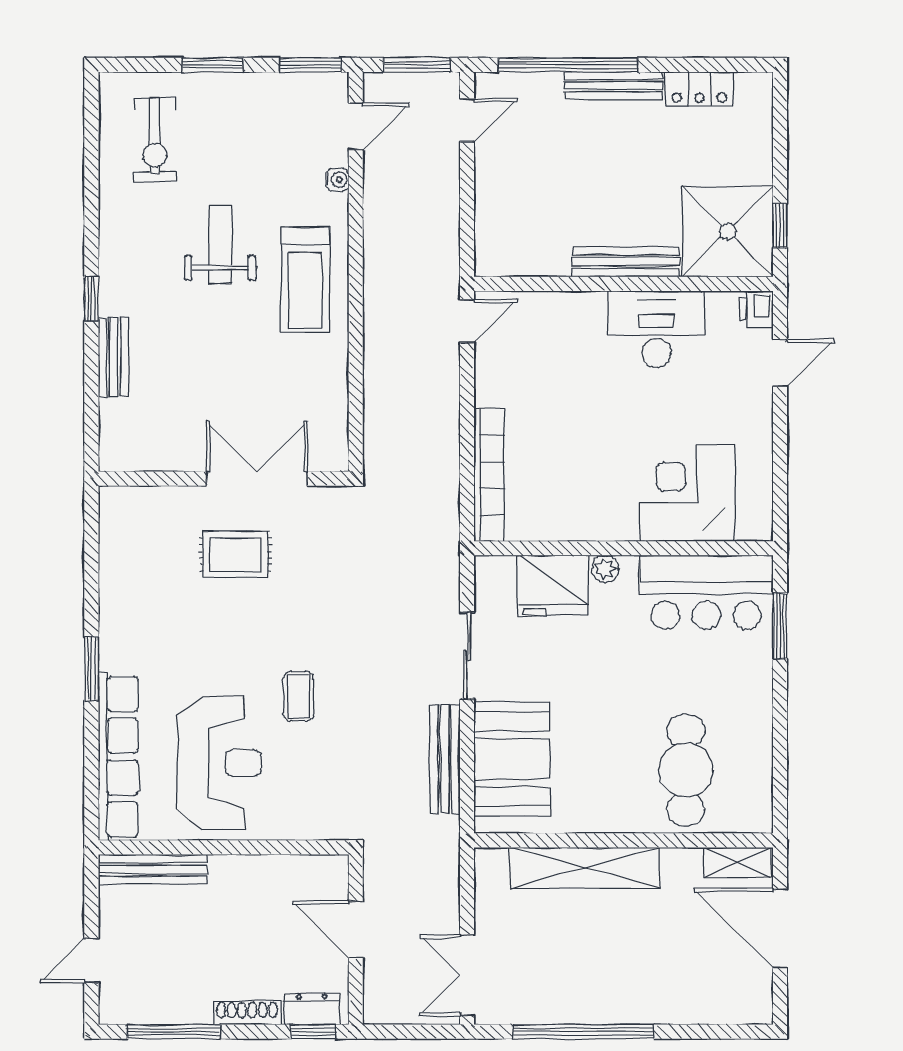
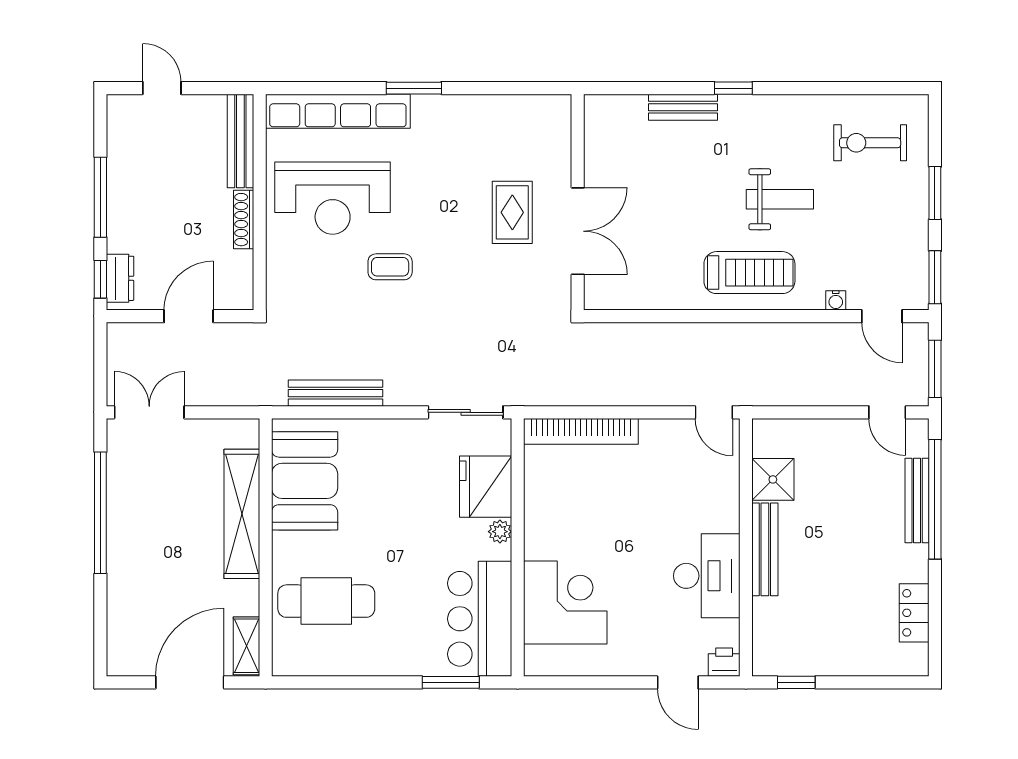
bench: (613, 86) -> (917, 500), moved
shower: (728, 232) -> (773, 479), moved, width x0.54, depth x0.54
treadmill: (305, 280) -> (749, 273), turned 180
sliding door: (467, 655) -> (466, 412), moved
booth: (512, 759) -> (305, 481), moved, turned 90
shoe rack: (247, 1013) -> (244, 220), moved, turned 180
window: (174, 1032) -> (100, 197), moved

